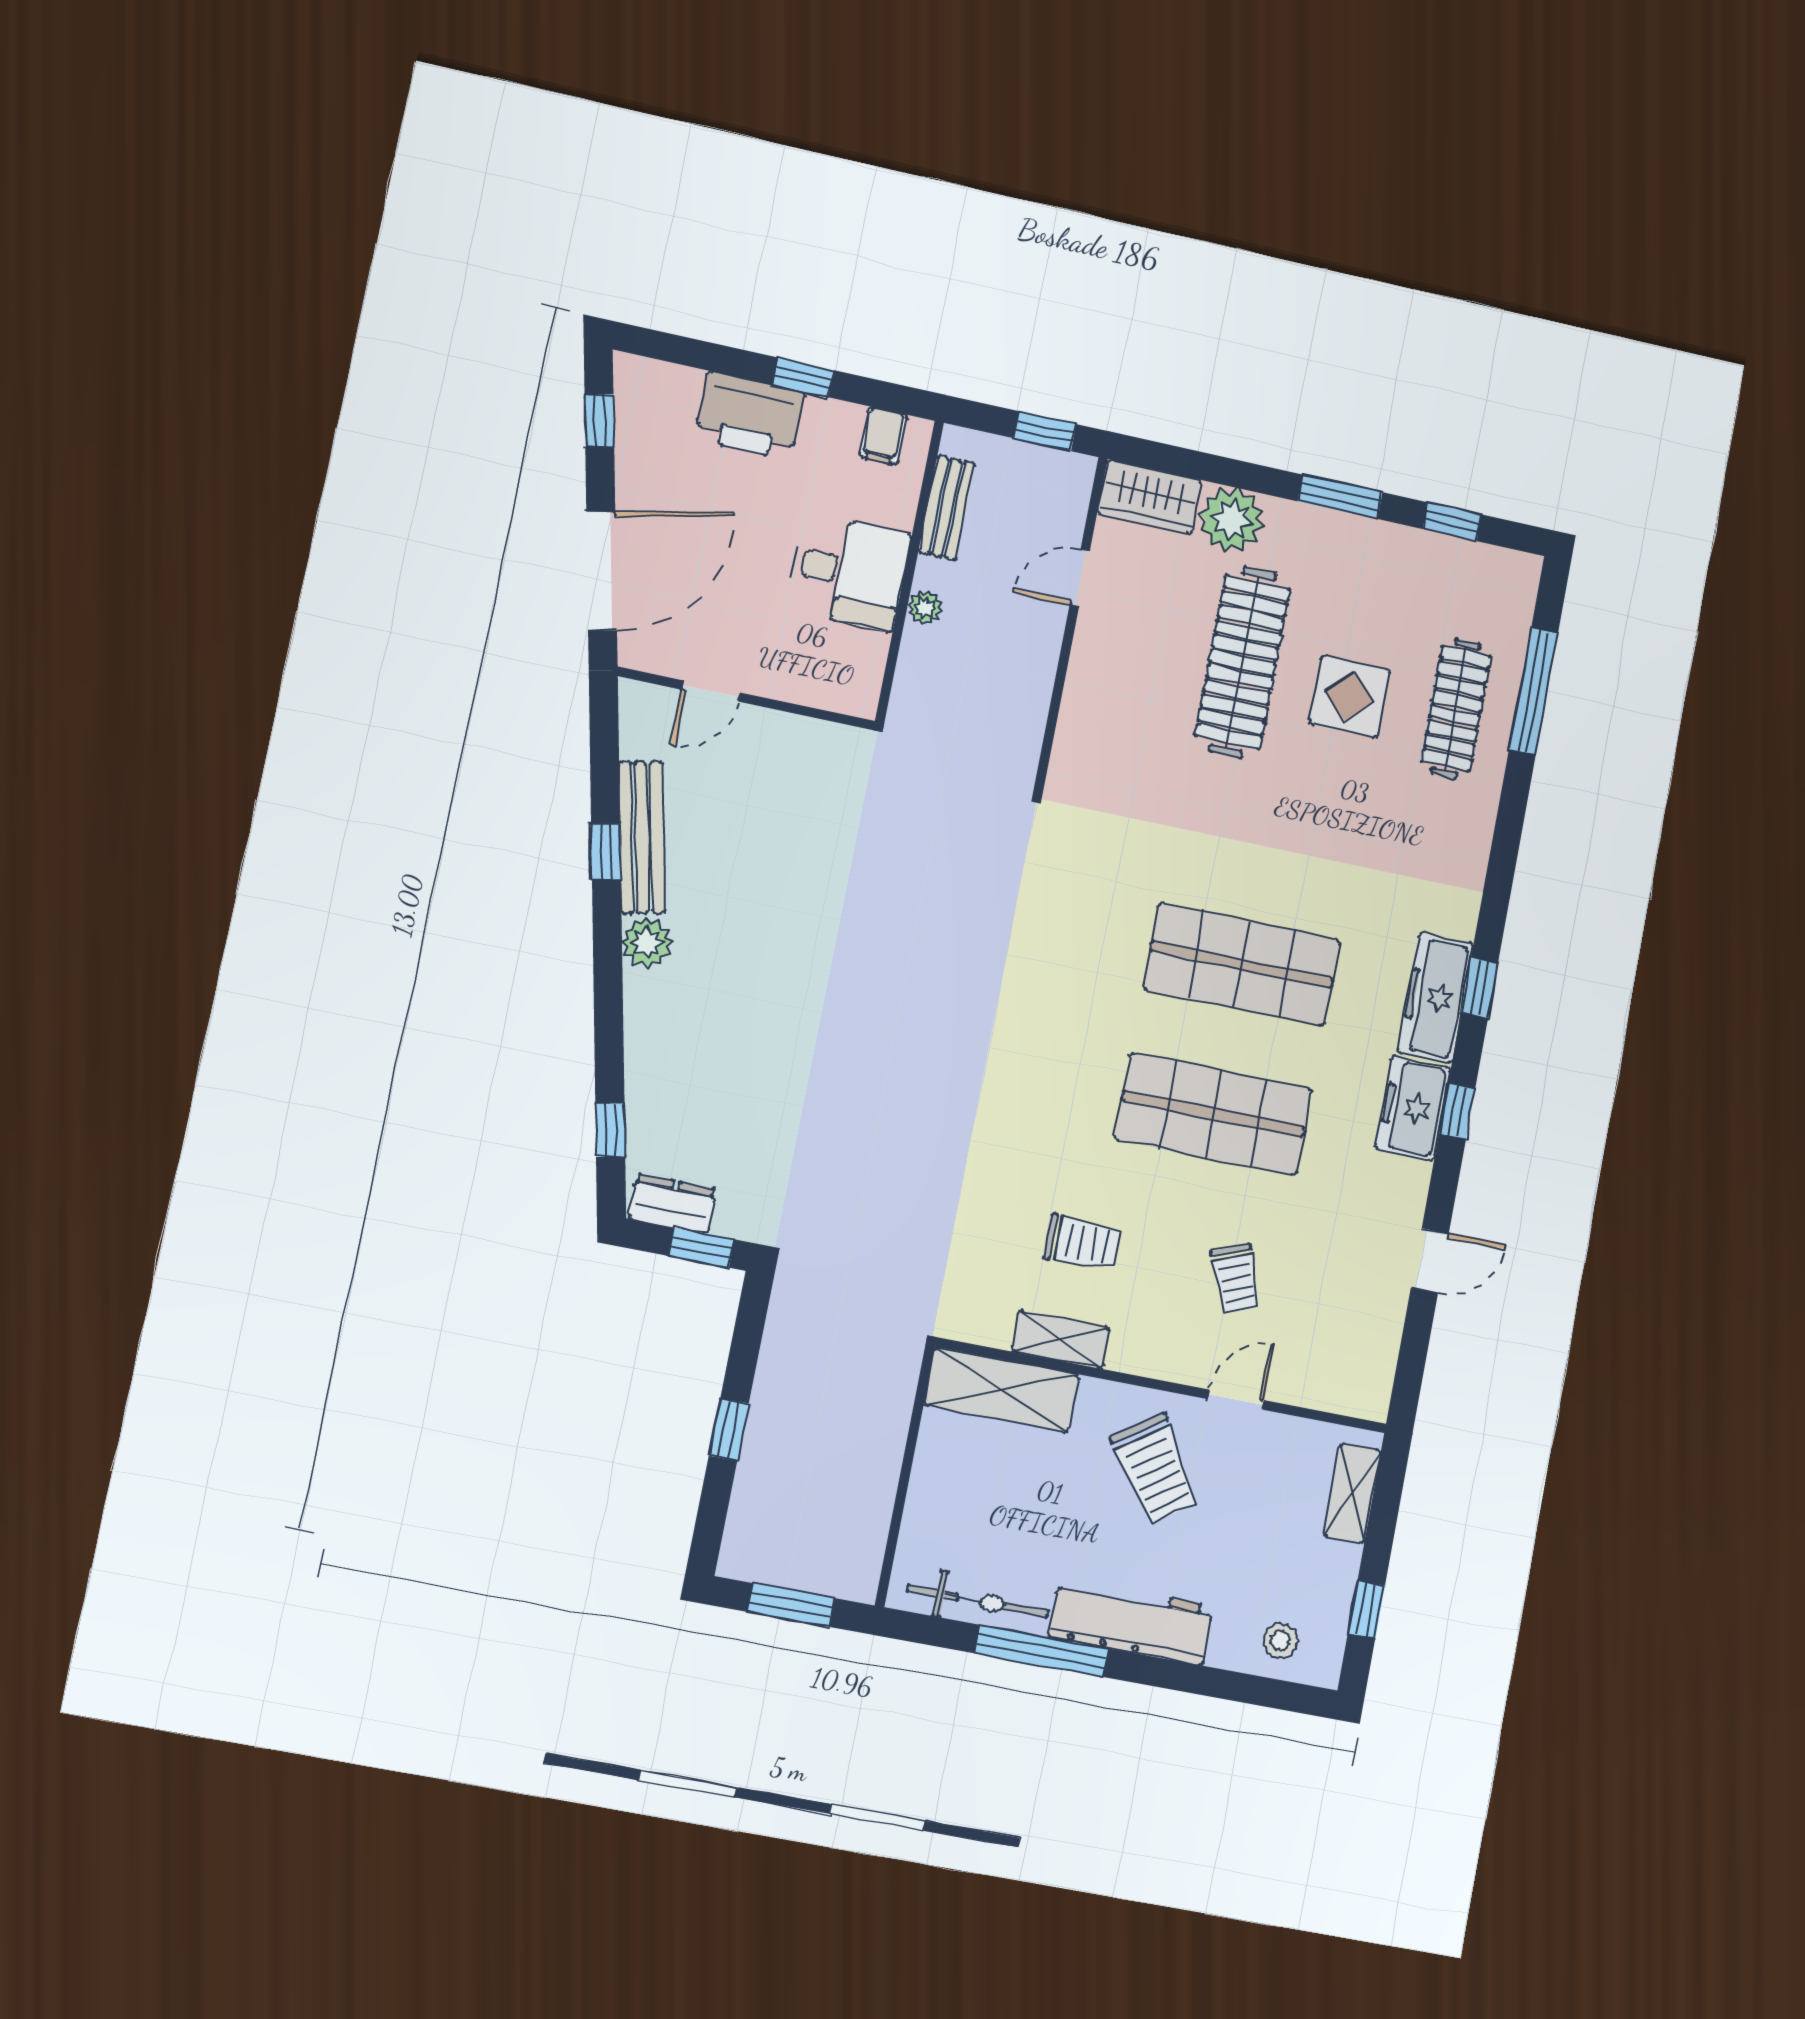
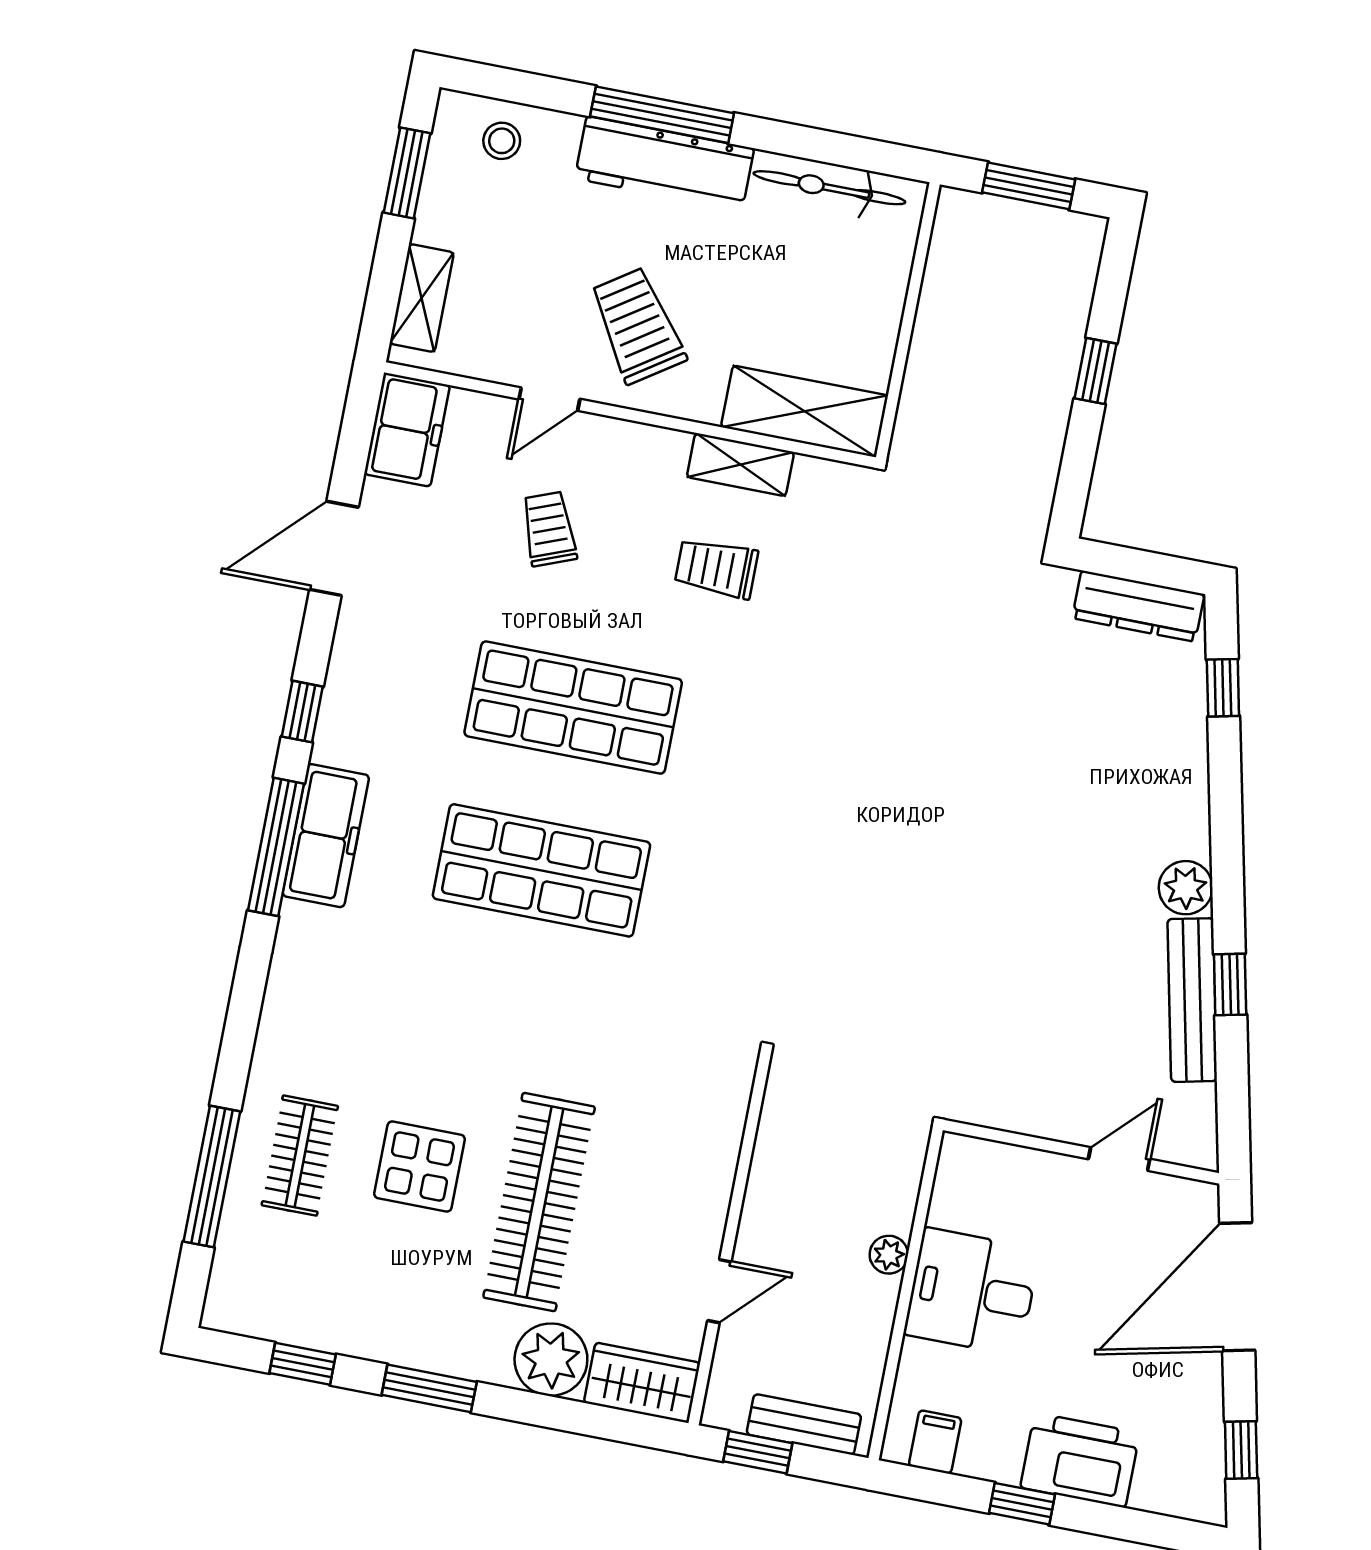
bench: (947, 508) -> (804, 1424), moved, turned 90
clothes rail: (1456, 708) -> (300, 1156), width x0.73
window: (1480, 988) -> (276, 847), width x2.17
freezer: (1413, 1108) -> (407, 430), moved
dresser: (672, 1204) -> (1138, 606), width x1.44
window: (701, 1248) -> (1126, 563), removed
door: (1430, 1261) -> (334, 548), width x1.38
window: (1366, 1609) -> (407, 173), width x1.50
window: (1041, 1651) -> (662, 115), moved

